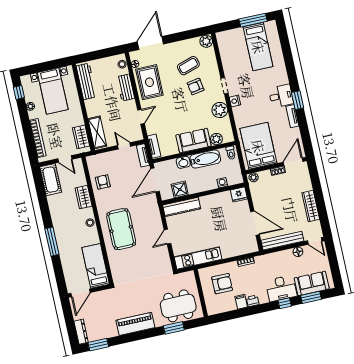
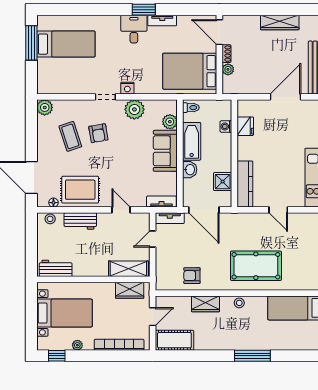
workbench: (86, 81) -> (56, 268), width x0.73
plant: (254, 177) -> (228, 69), moved
fridge: (239, 194) -> (245, 126), moved

